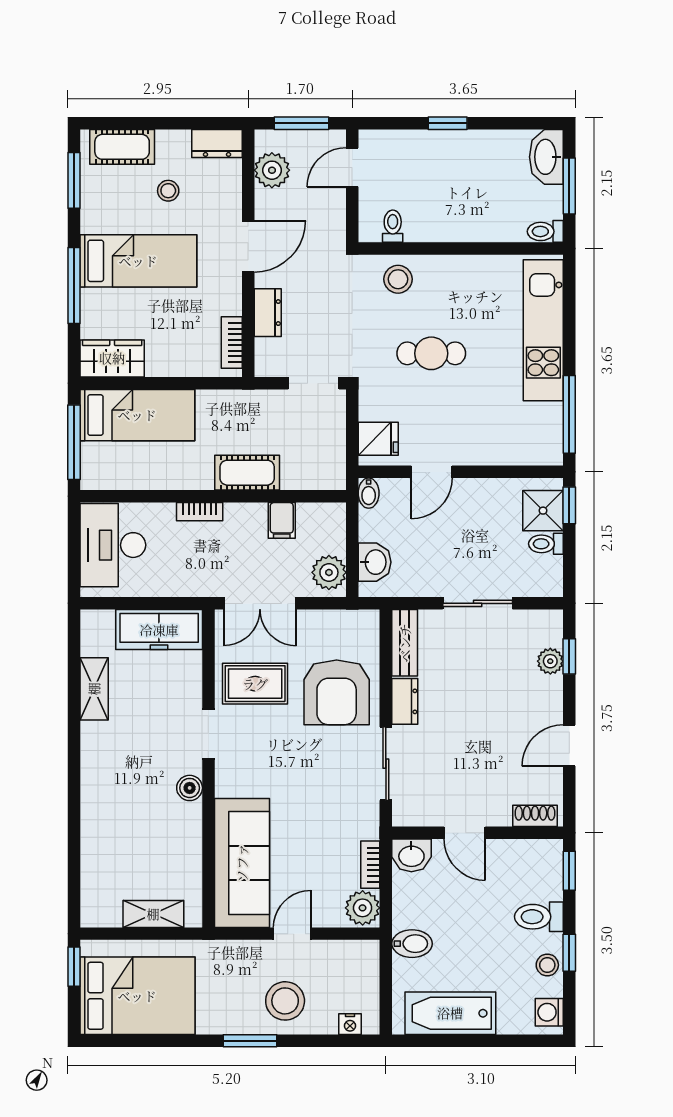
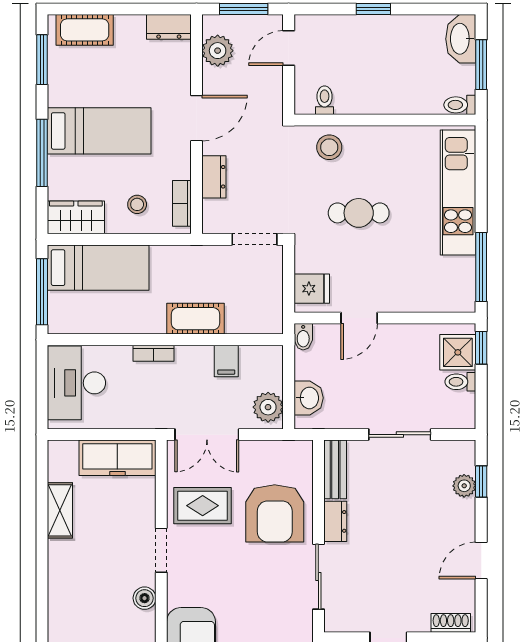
stool: (168, 191) -> (137, 204), moved

